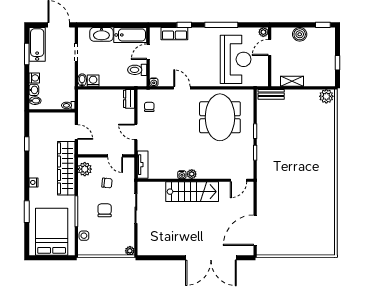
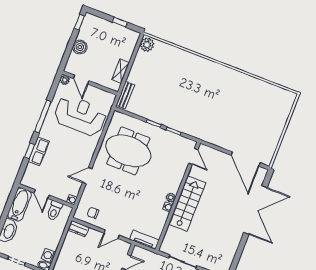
row of seats: (174, 34) -> (39, 151), moved

